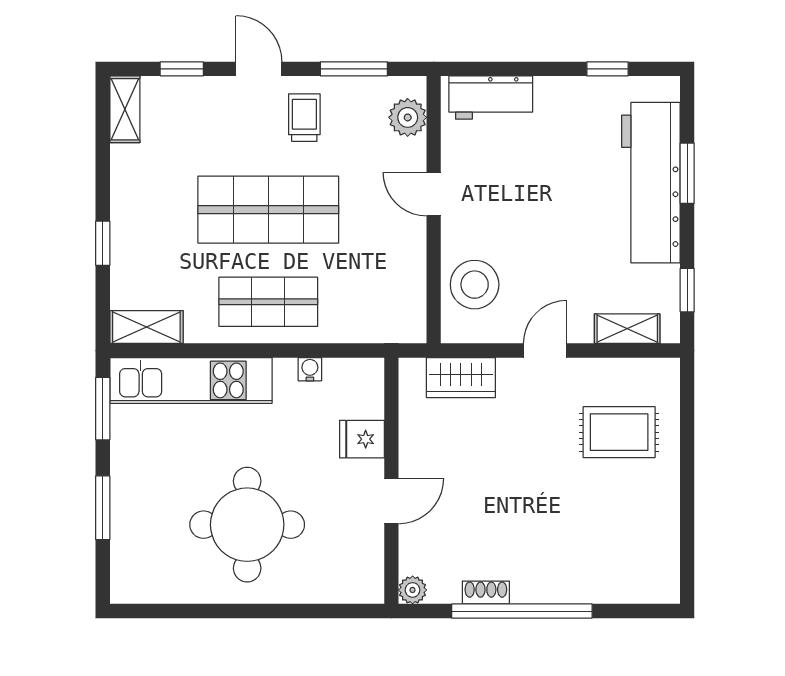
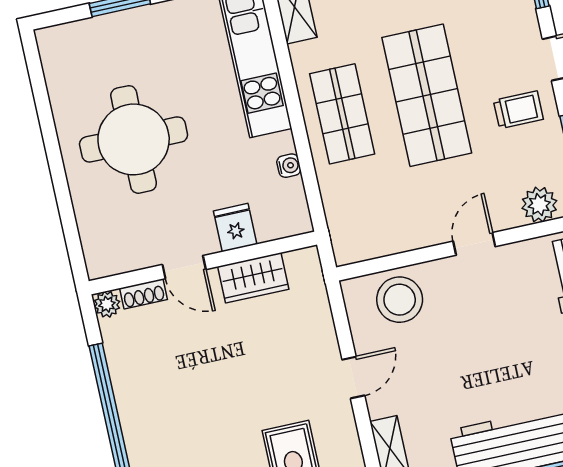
door: (545, 350) -> (353, 378), hinge flipped
wardrobe: (461, 378) -> (253, 278), moved, turned -90
shoe rack: (486, 593) -> (143, 294), moved, turned 90

